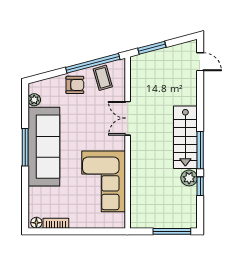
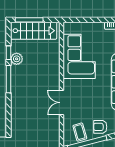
double door: (128, 118) -> (62, 103), swing flipped
stairs: (185, 137) -> (34, 31), moved, turned 90

